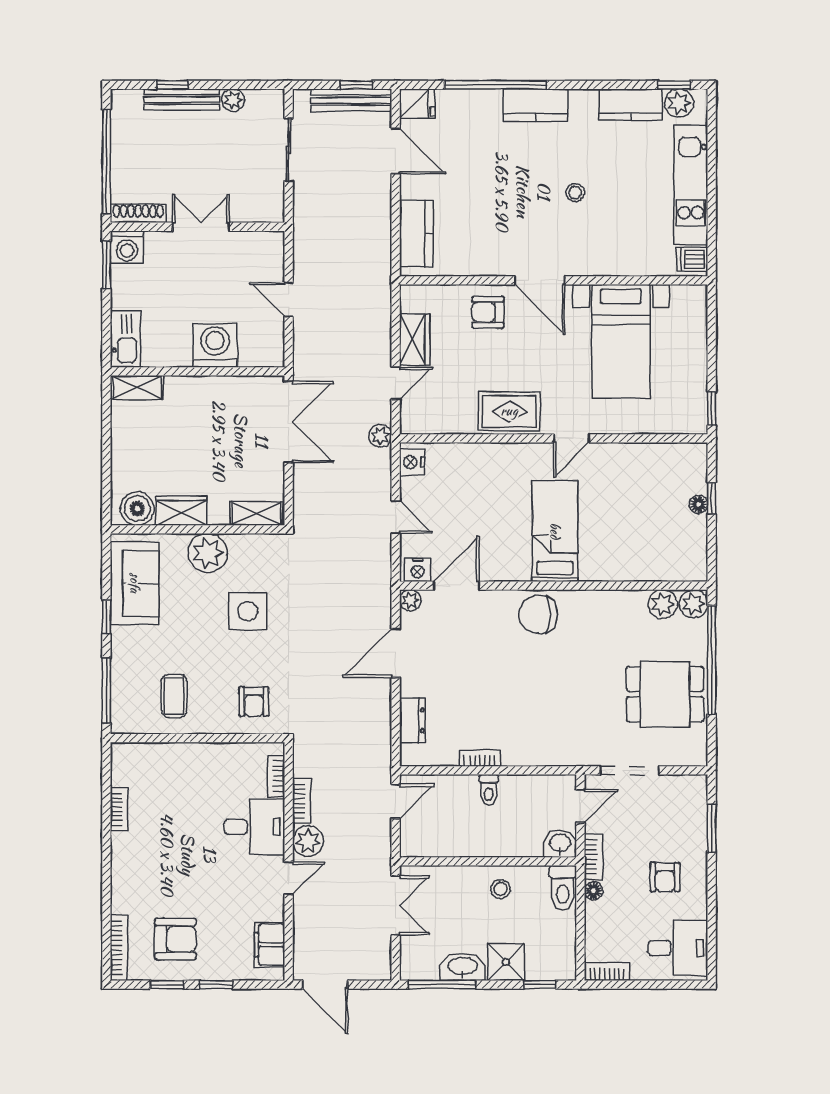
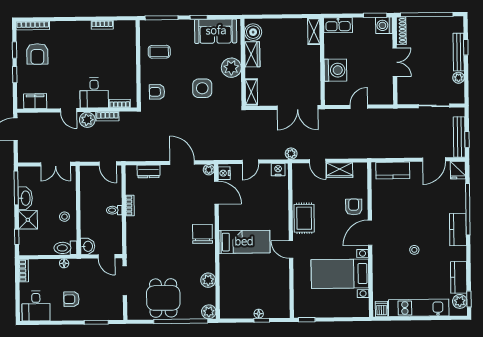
plant: (663, 604) -> (208, 280), moved
bookcase: (594, 857) -> (81, 263), removed

